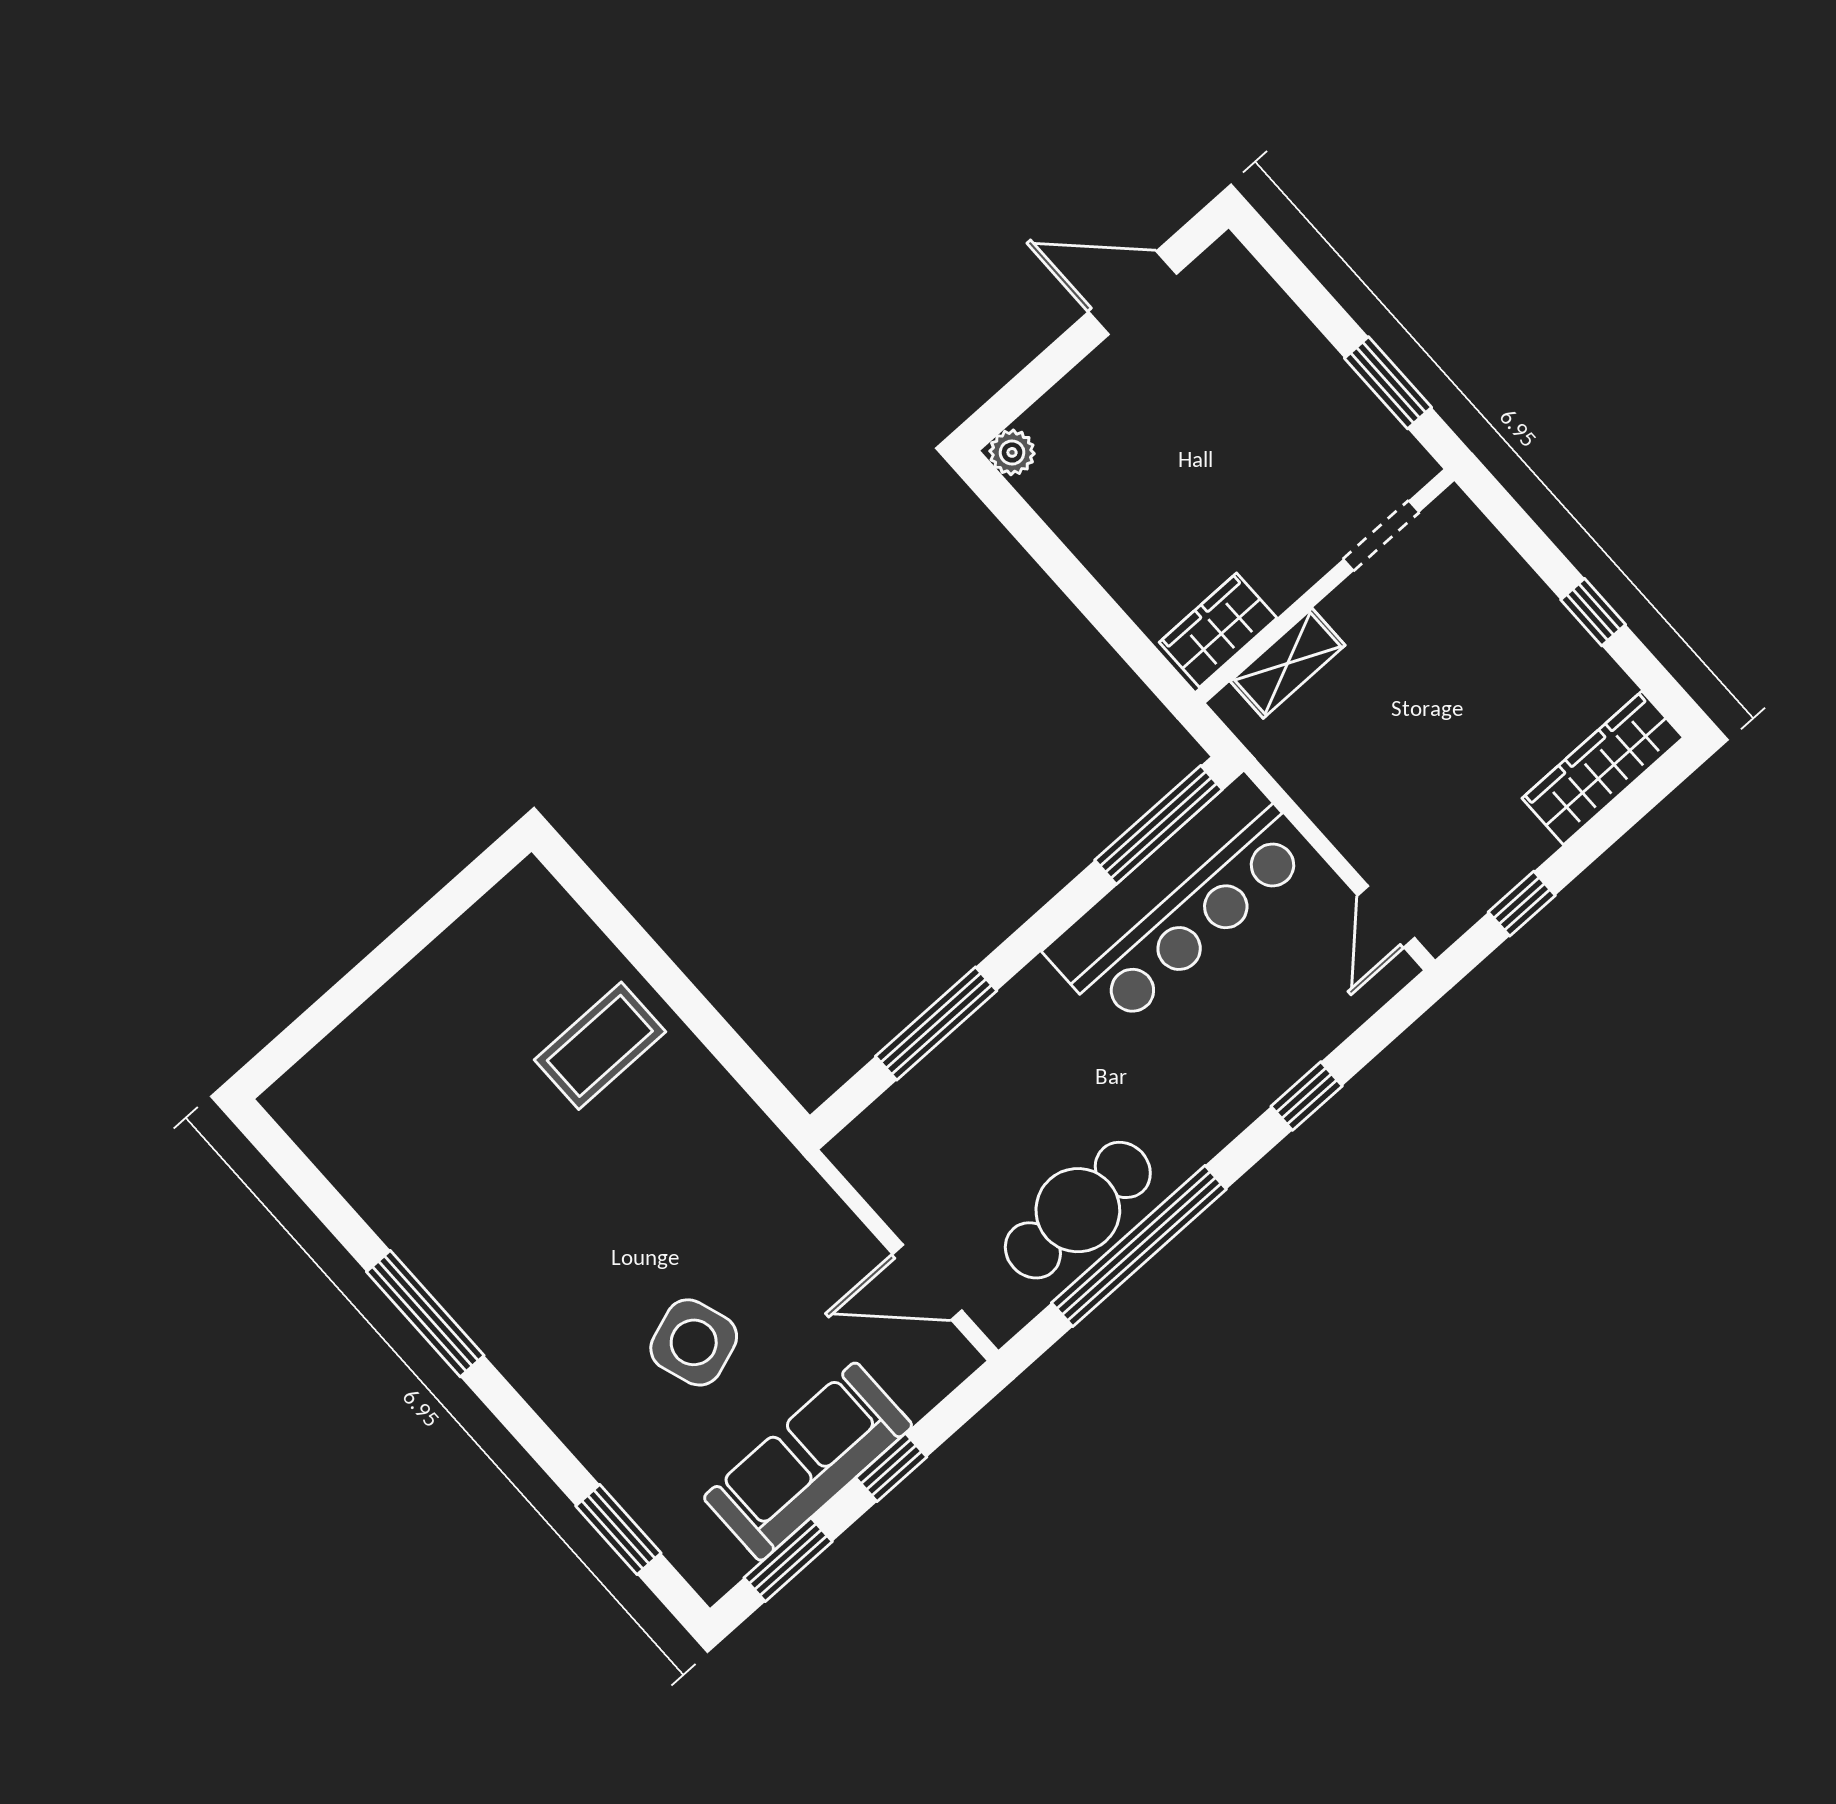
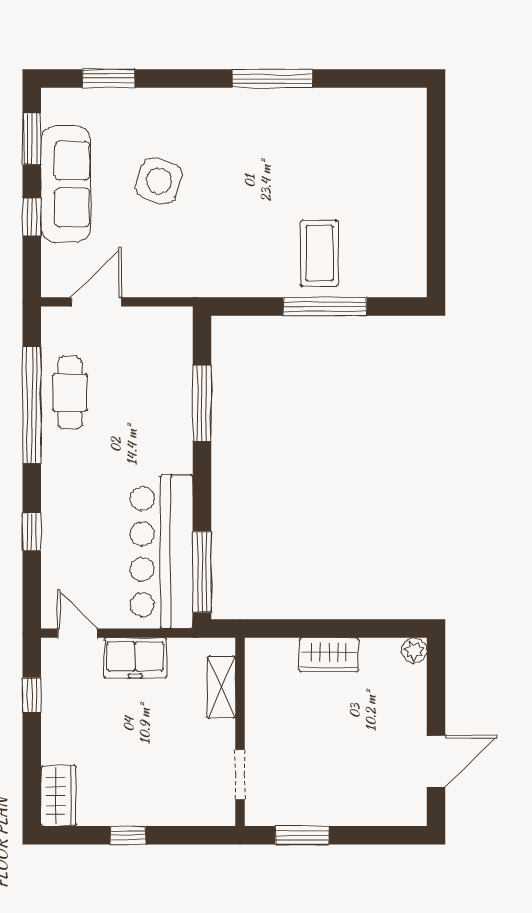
wardrobe: (1218, 630) -> (329, 655), moved, turned 90
wardrobe: (1603, 768) -> (59, 796), width x0.67
freezer: (1351, 811) -> (135, 658), added
window: (664, 975) -> (325, 306), added
cafe table: (1078, 1210) -> (70, 393), width x0.73, depth x0.74
side table: (694, 1342) -> (159, 181), turned 38

